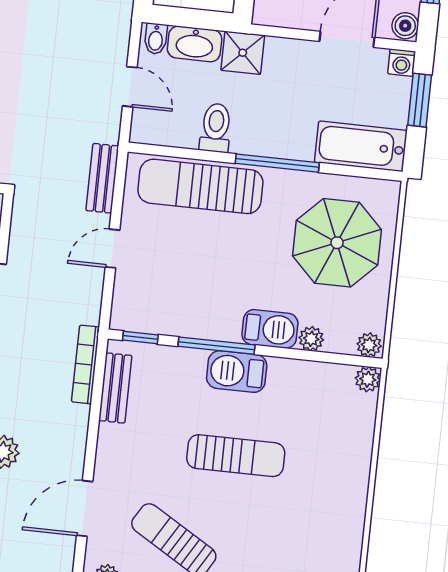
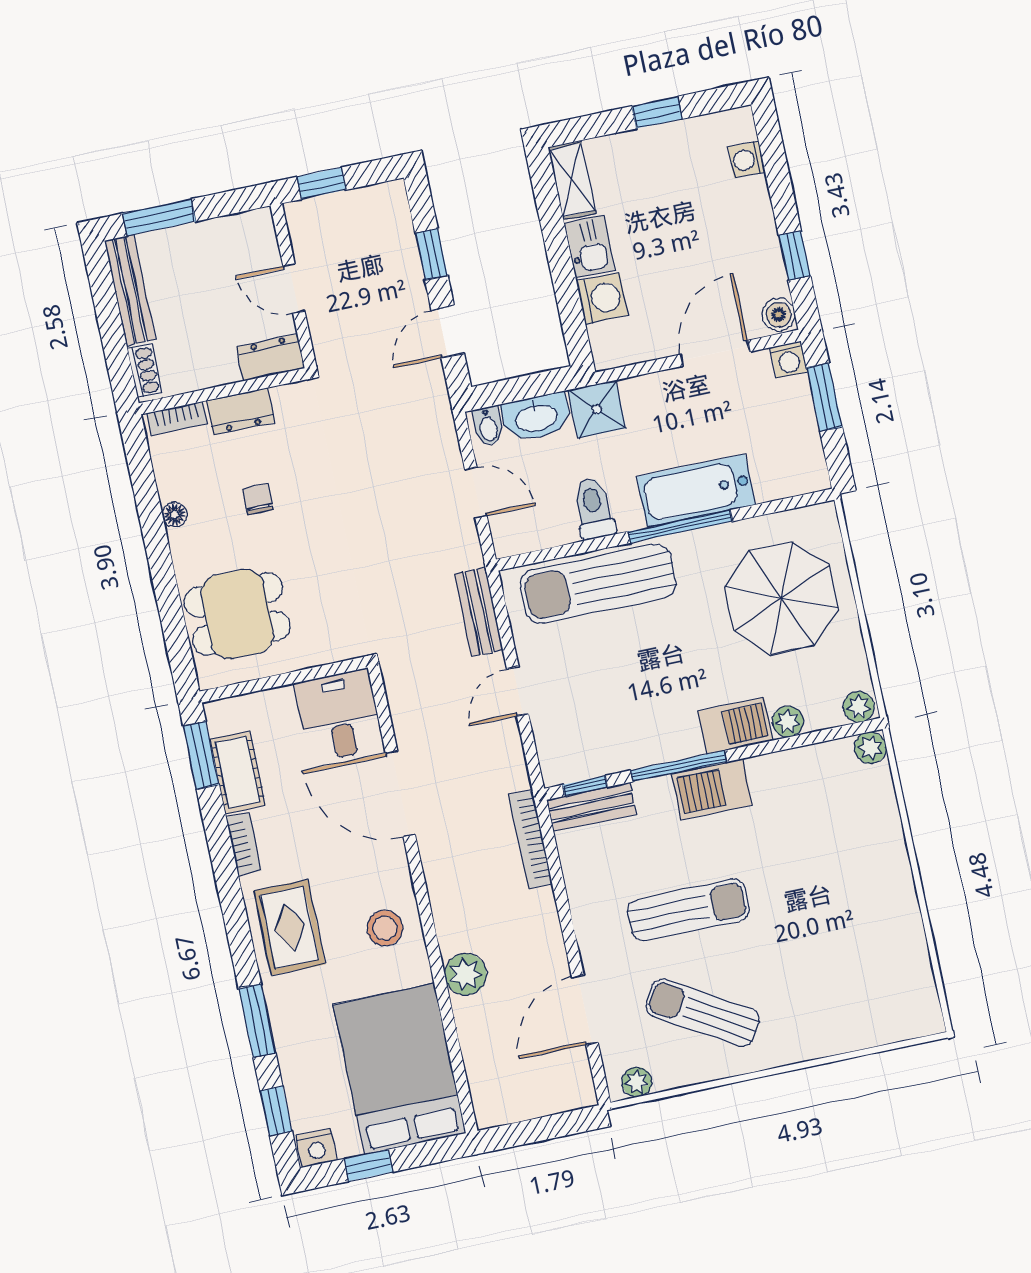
bathtub: (361, 146) -> (696, 491), moved
bench: (115, 388) -> (591, 807), moved, turned 90
sun lounger: (236, 456) -> (688, 910), moved

